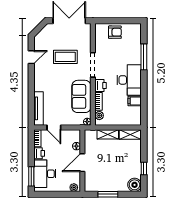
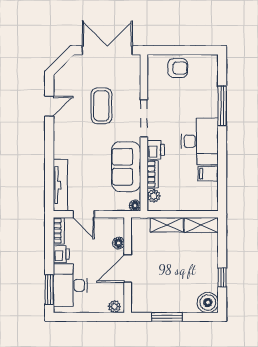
coffee table: (65, 57) -> (101, 106), turned 90

